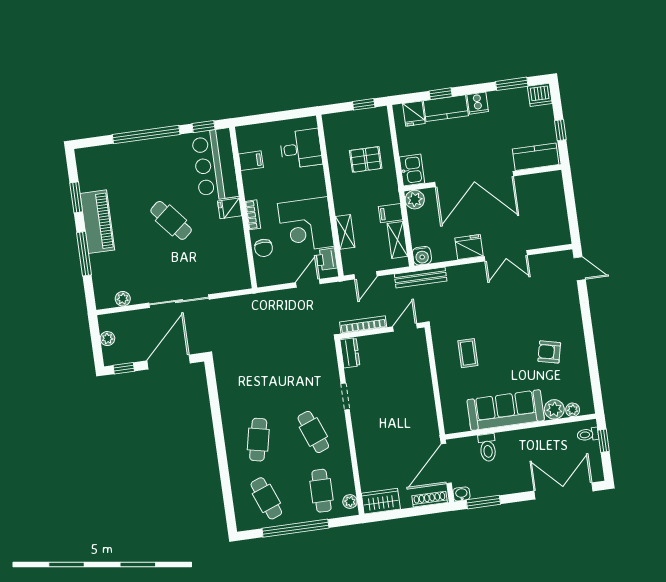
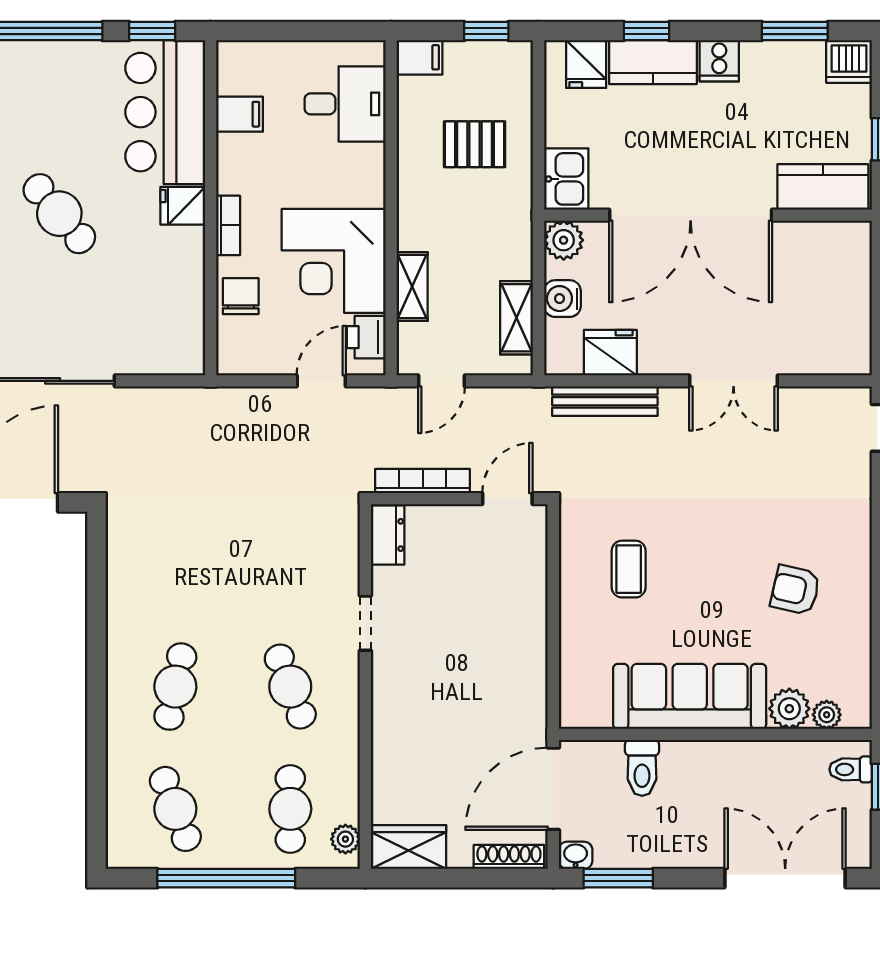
filing cabinet: (390, 213) -> (420, 57), moved, turned 180
fridge: (469, 247) -> (610, 353), moved
chair: (264, 248) -> (241, 296), turned 180
water cooler: (422, 256) -> (562, 299), moved, turned 90
bench: (421, 277) -> (605, 401), moved

